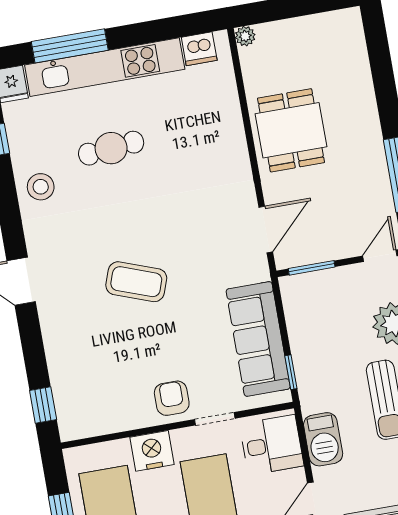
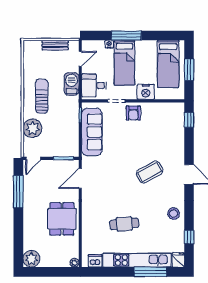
plant: (344, 28) -> (31, 259), added
cafe table: (111, 148) -> (124, 224), moved
coffee table: (136, 282) -> (150, 172), moved, turned -49

